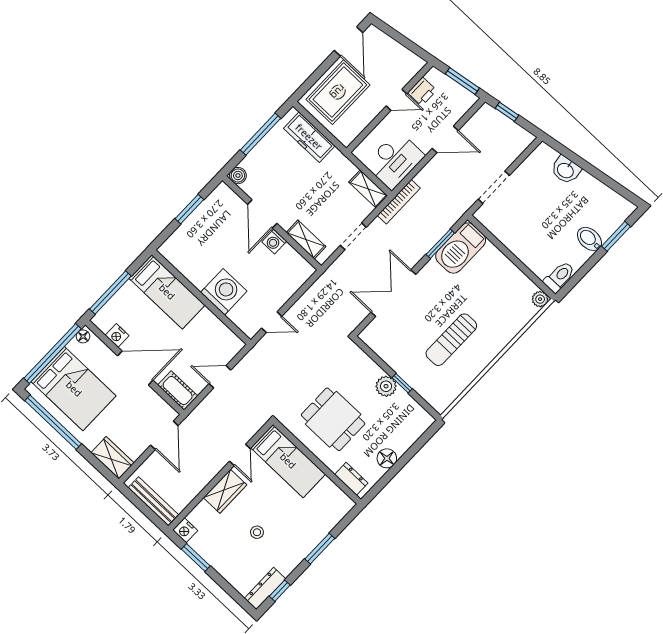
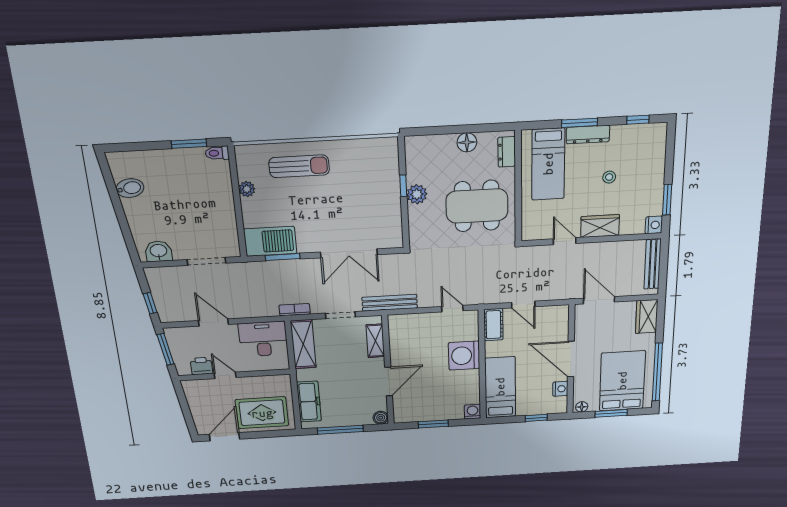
washbasin: (566, 170) -> (159, 251), moved, turned -81
shelving: (368, 189) -> (303, 344), width x1.50, depth x1.33
bookcase: (399, 202) -> (295, 310), width x0.64
window: (616, 236) -> (189, 144), moved
bidet: (589, 239) -> (130, 188), moved, turned -99
washing machine: (274, 241) -> (472, 412), moved, turned -90
toilet: (559, 277) -> (217, 153), width x0.73, depth x0.72
bench: (325, 282) -> (390, 303), added
window: (110, 292) -> (536, 418), width x0.46
plant: (540, 299) -> (247, 189), moved
sun lounger: (451, 340) -> (299, 166), moved
window: (52, 353) -> (611, 413), width x0.47
cot: (178, 390) -> (493, 325), moved
dining table: (333, 419) -> (477, 206), width x1.38
door: (164, 435) -> (599, 300), hinge flipped
door: (240, 455) -> (565, 241), hinge flipped
bed: (288, 461) -> (548, 164), moved, turned 180
dresser: (265, 589) -> (588, 135), moved

